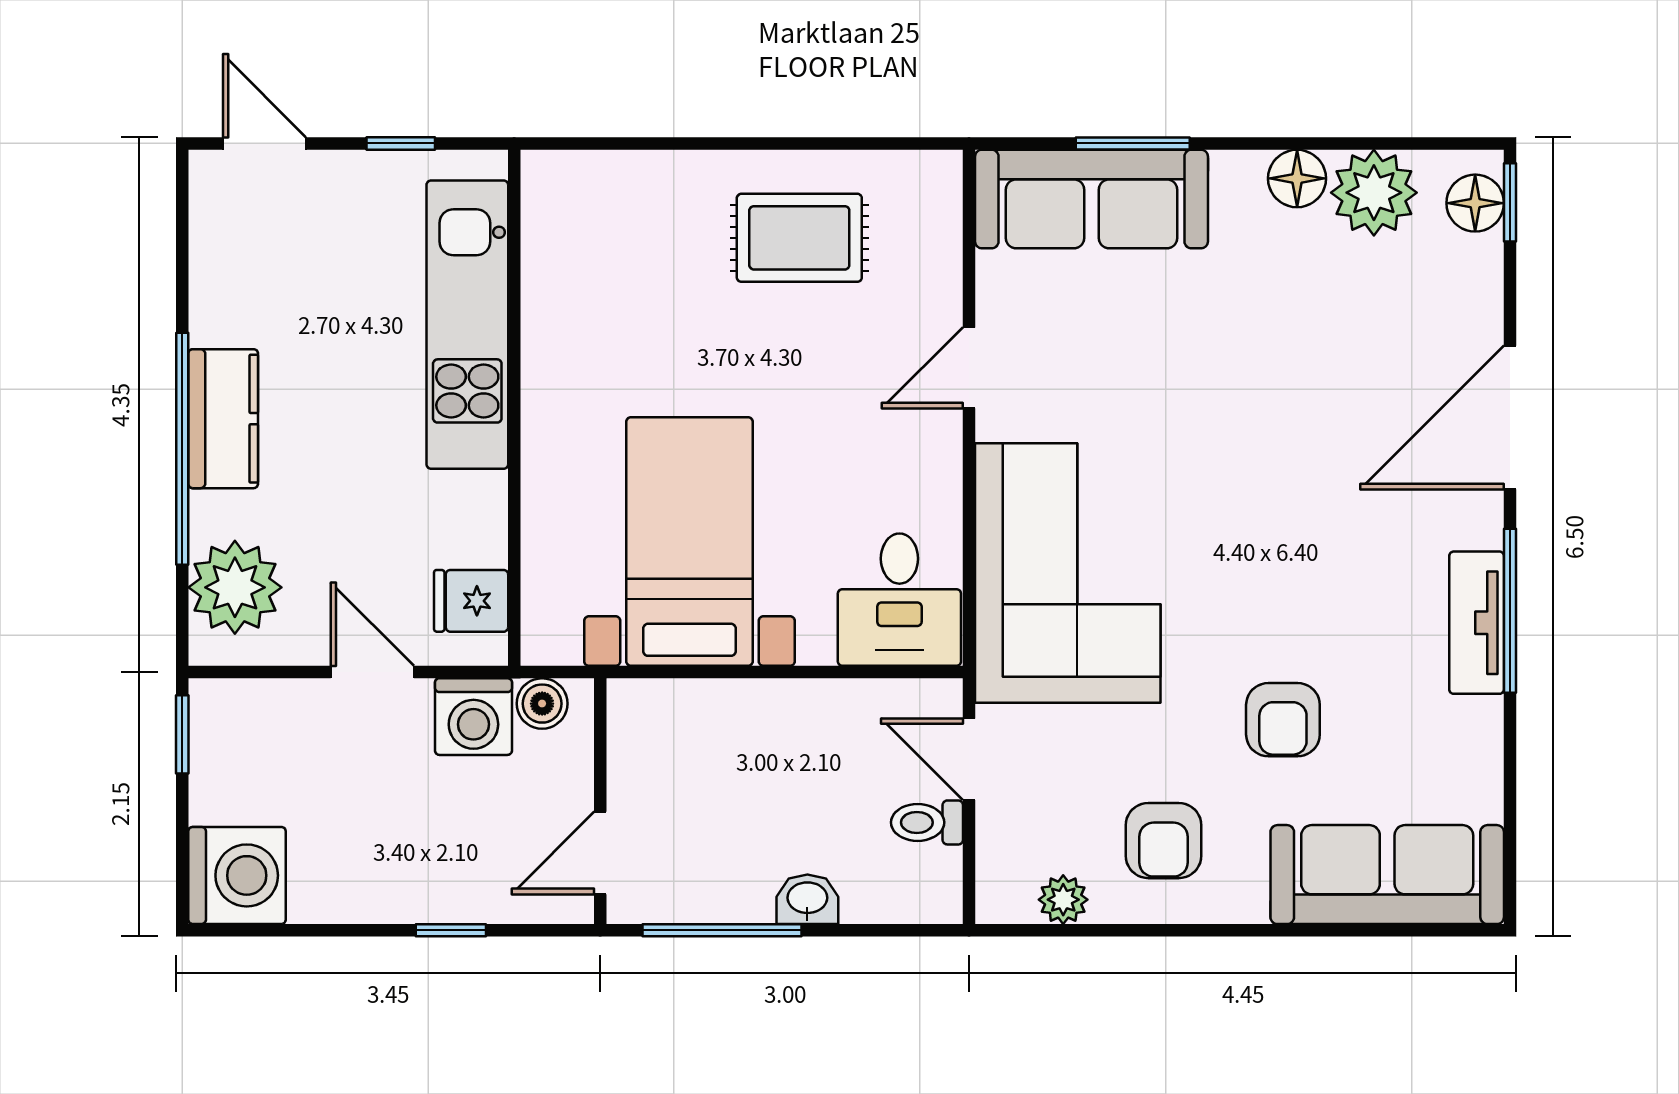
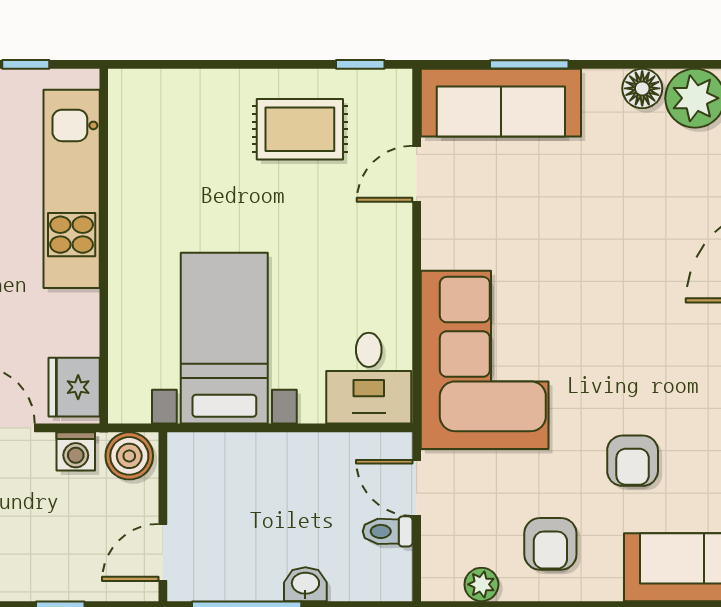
window: (887, 143) -> (360, 64), added
door: (969, 368) -> (417, 174), moved
fridge: (471, 601) -> (74, 387), width x1.38
boiler: (542, 704) -> (129, 456), width x1.36, depth x1.36
washing machine: (473, 717) -> (76, 451), width x0.73, depth x0.73

